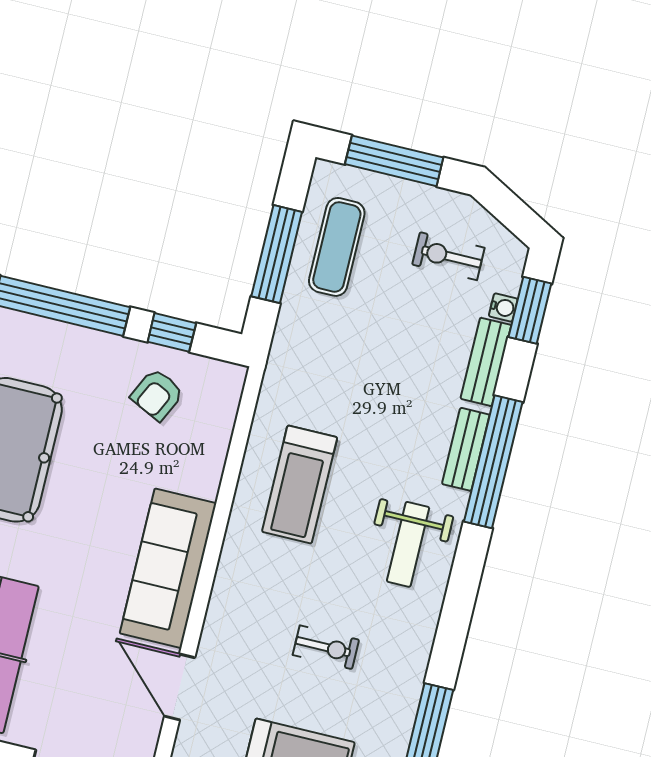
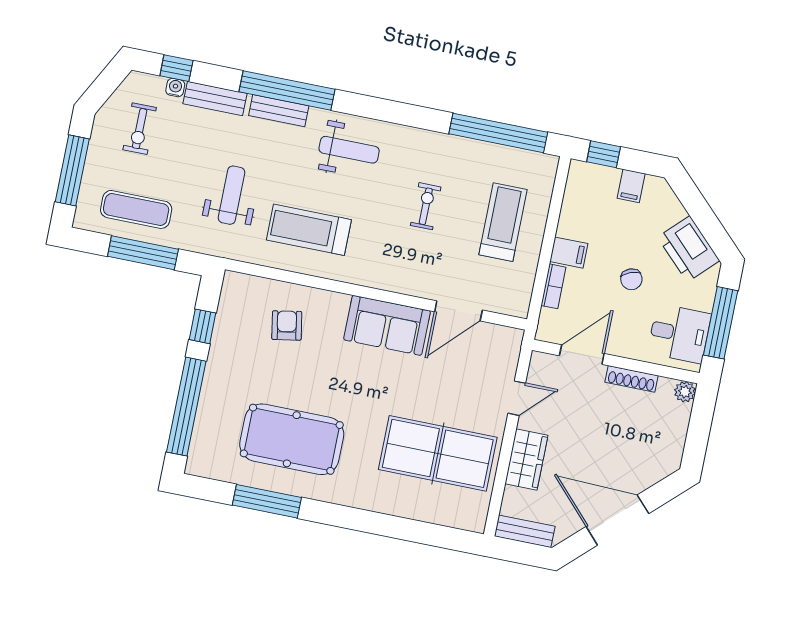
window: (530, 310) -> (176, 68), width x0.67
weight bench: (352, 380) -> (231, 195), added
armchair: (157, 395) -> (287, 325), moved, turned -126
treadmill: (300, 485) -> (309, 230), turned 180
sofa: (168, 568) -> (387, 325), width x0.73

